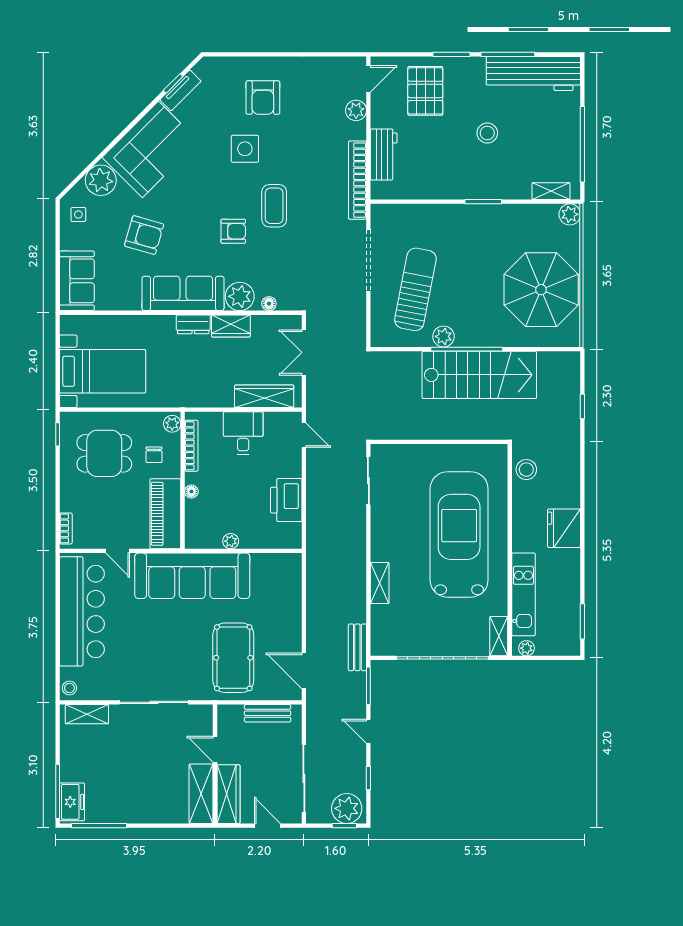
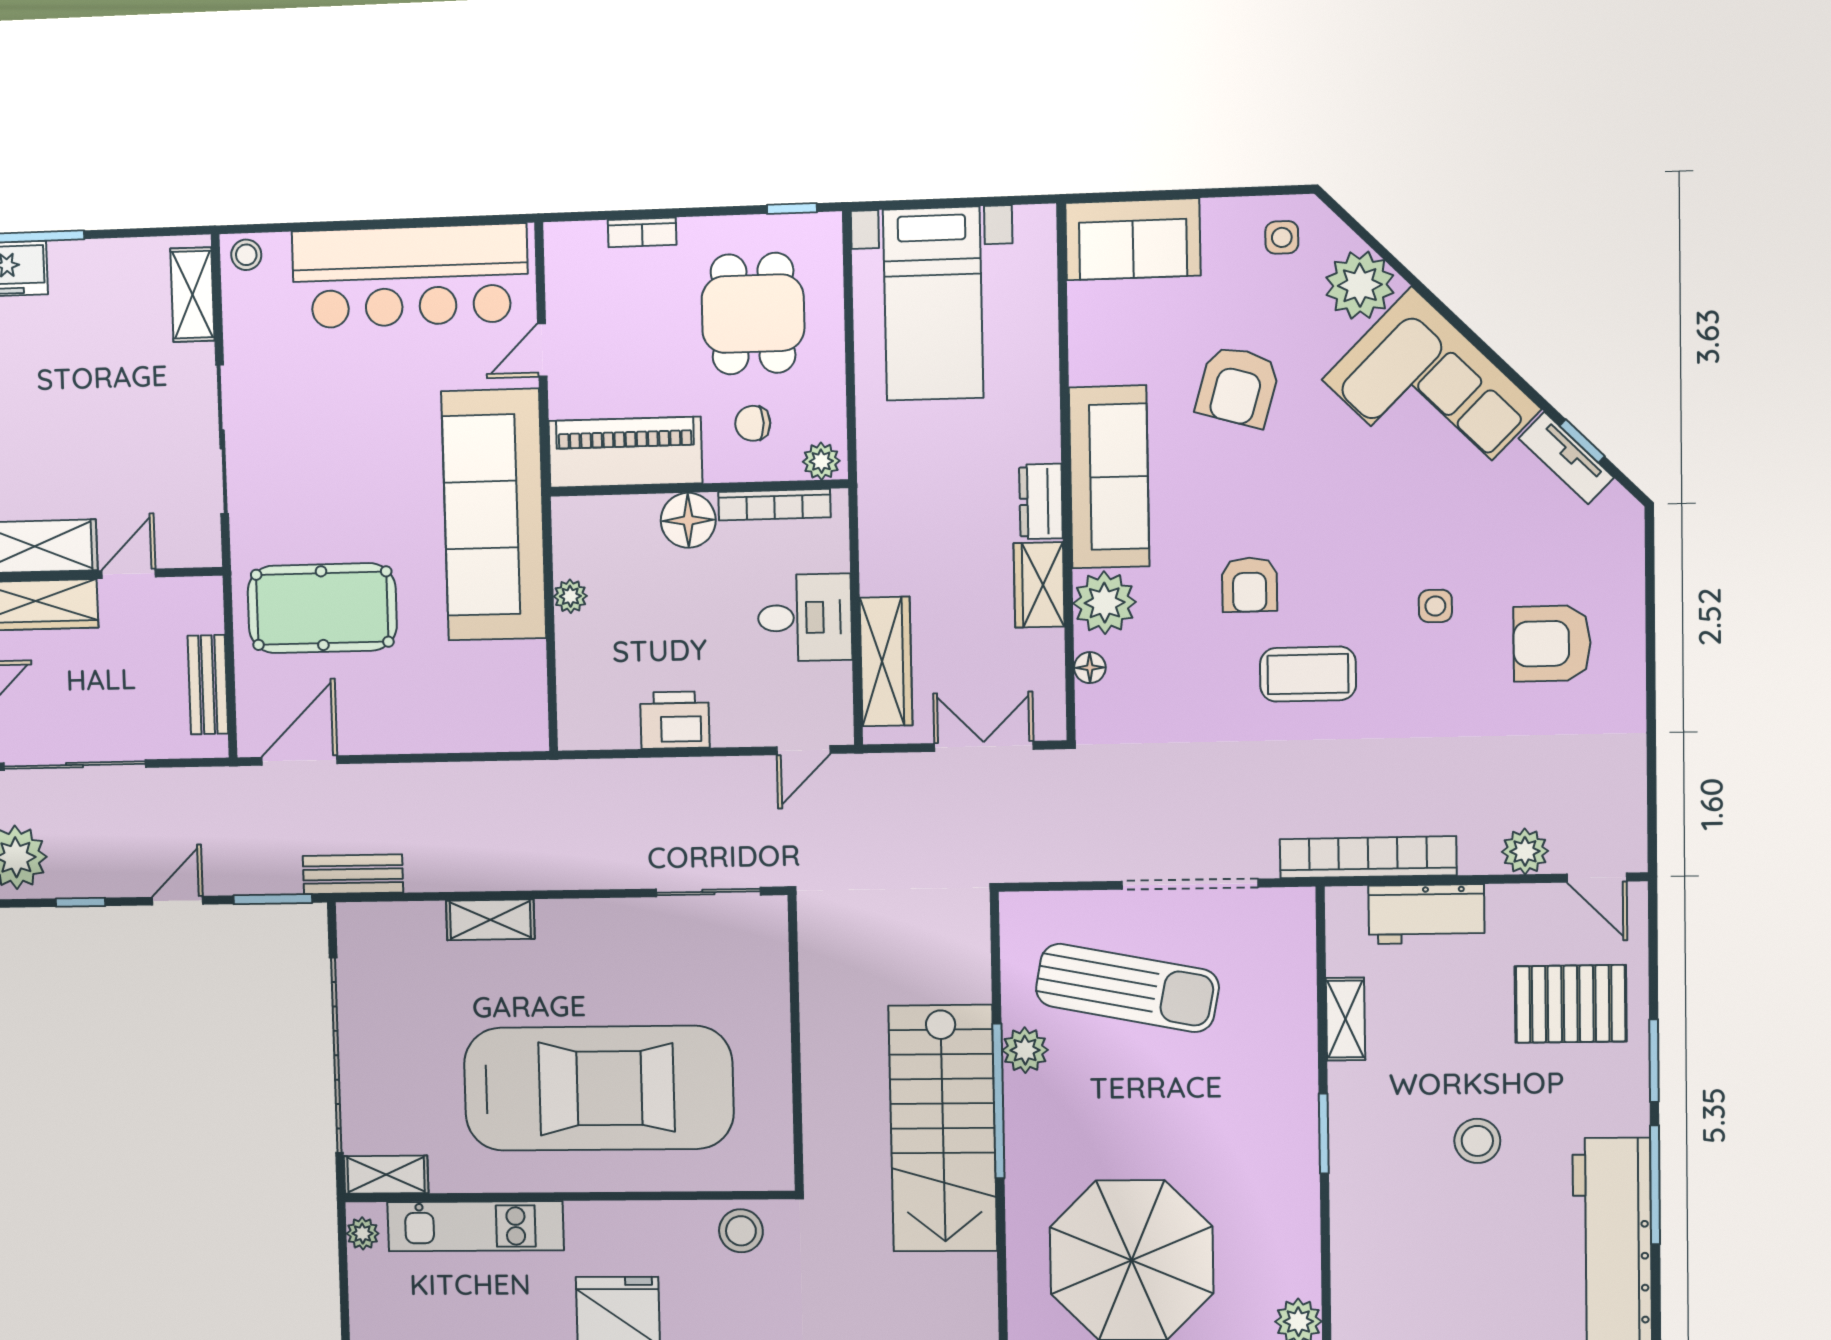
side table: (245, 149) -> (1435, 606), width x0.54, depth x0.54
shelving: (551, 191) -> (1345, 1019), moved
floor lamp: (191, 491) -> (688, 520), width x1.89, depth x1.89
printer: (286, 500) -> (675, 720), width x0.73, depth x0.84
bookcase: (66, 528) -> (642, 232), moved

